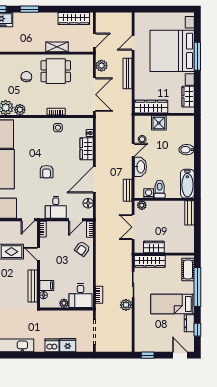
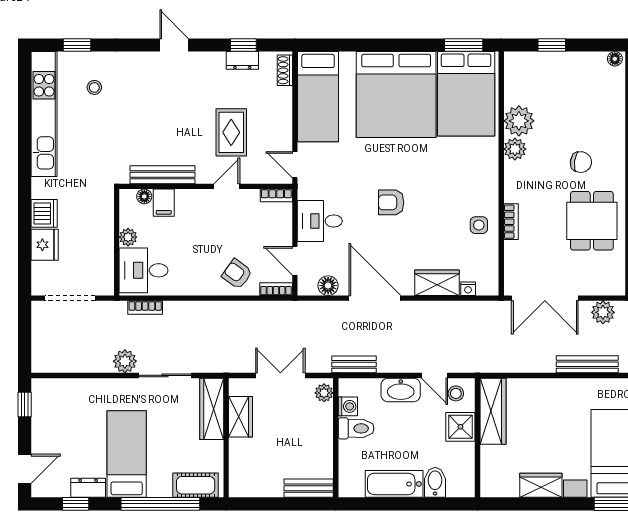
wardrobe: (151, 107) -> (493, 411), moved
wall: (164, 114) -> (478, 438), moved
shower: (159, 123) -> (460, 427), moved
bathtub: (187, 184) -> (394, 484), moved

